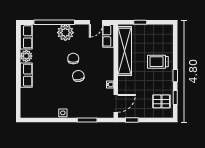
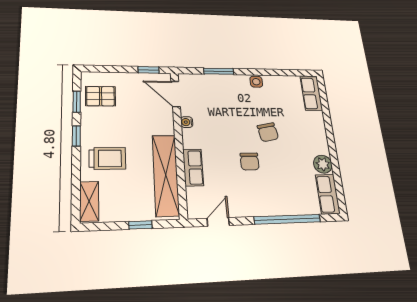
plant: (65, 33) -> (267, 203), removed
row of seats: (108, 36) -> (193, 167), moved
shelving: (168, 37) -> (89, 201), added
row of seats: (26, 75) -> (311, 93), moved
chair: (78, 76) -> (268, 132), moved
door: (116, 103) -> (176, 94), hinge flipped

